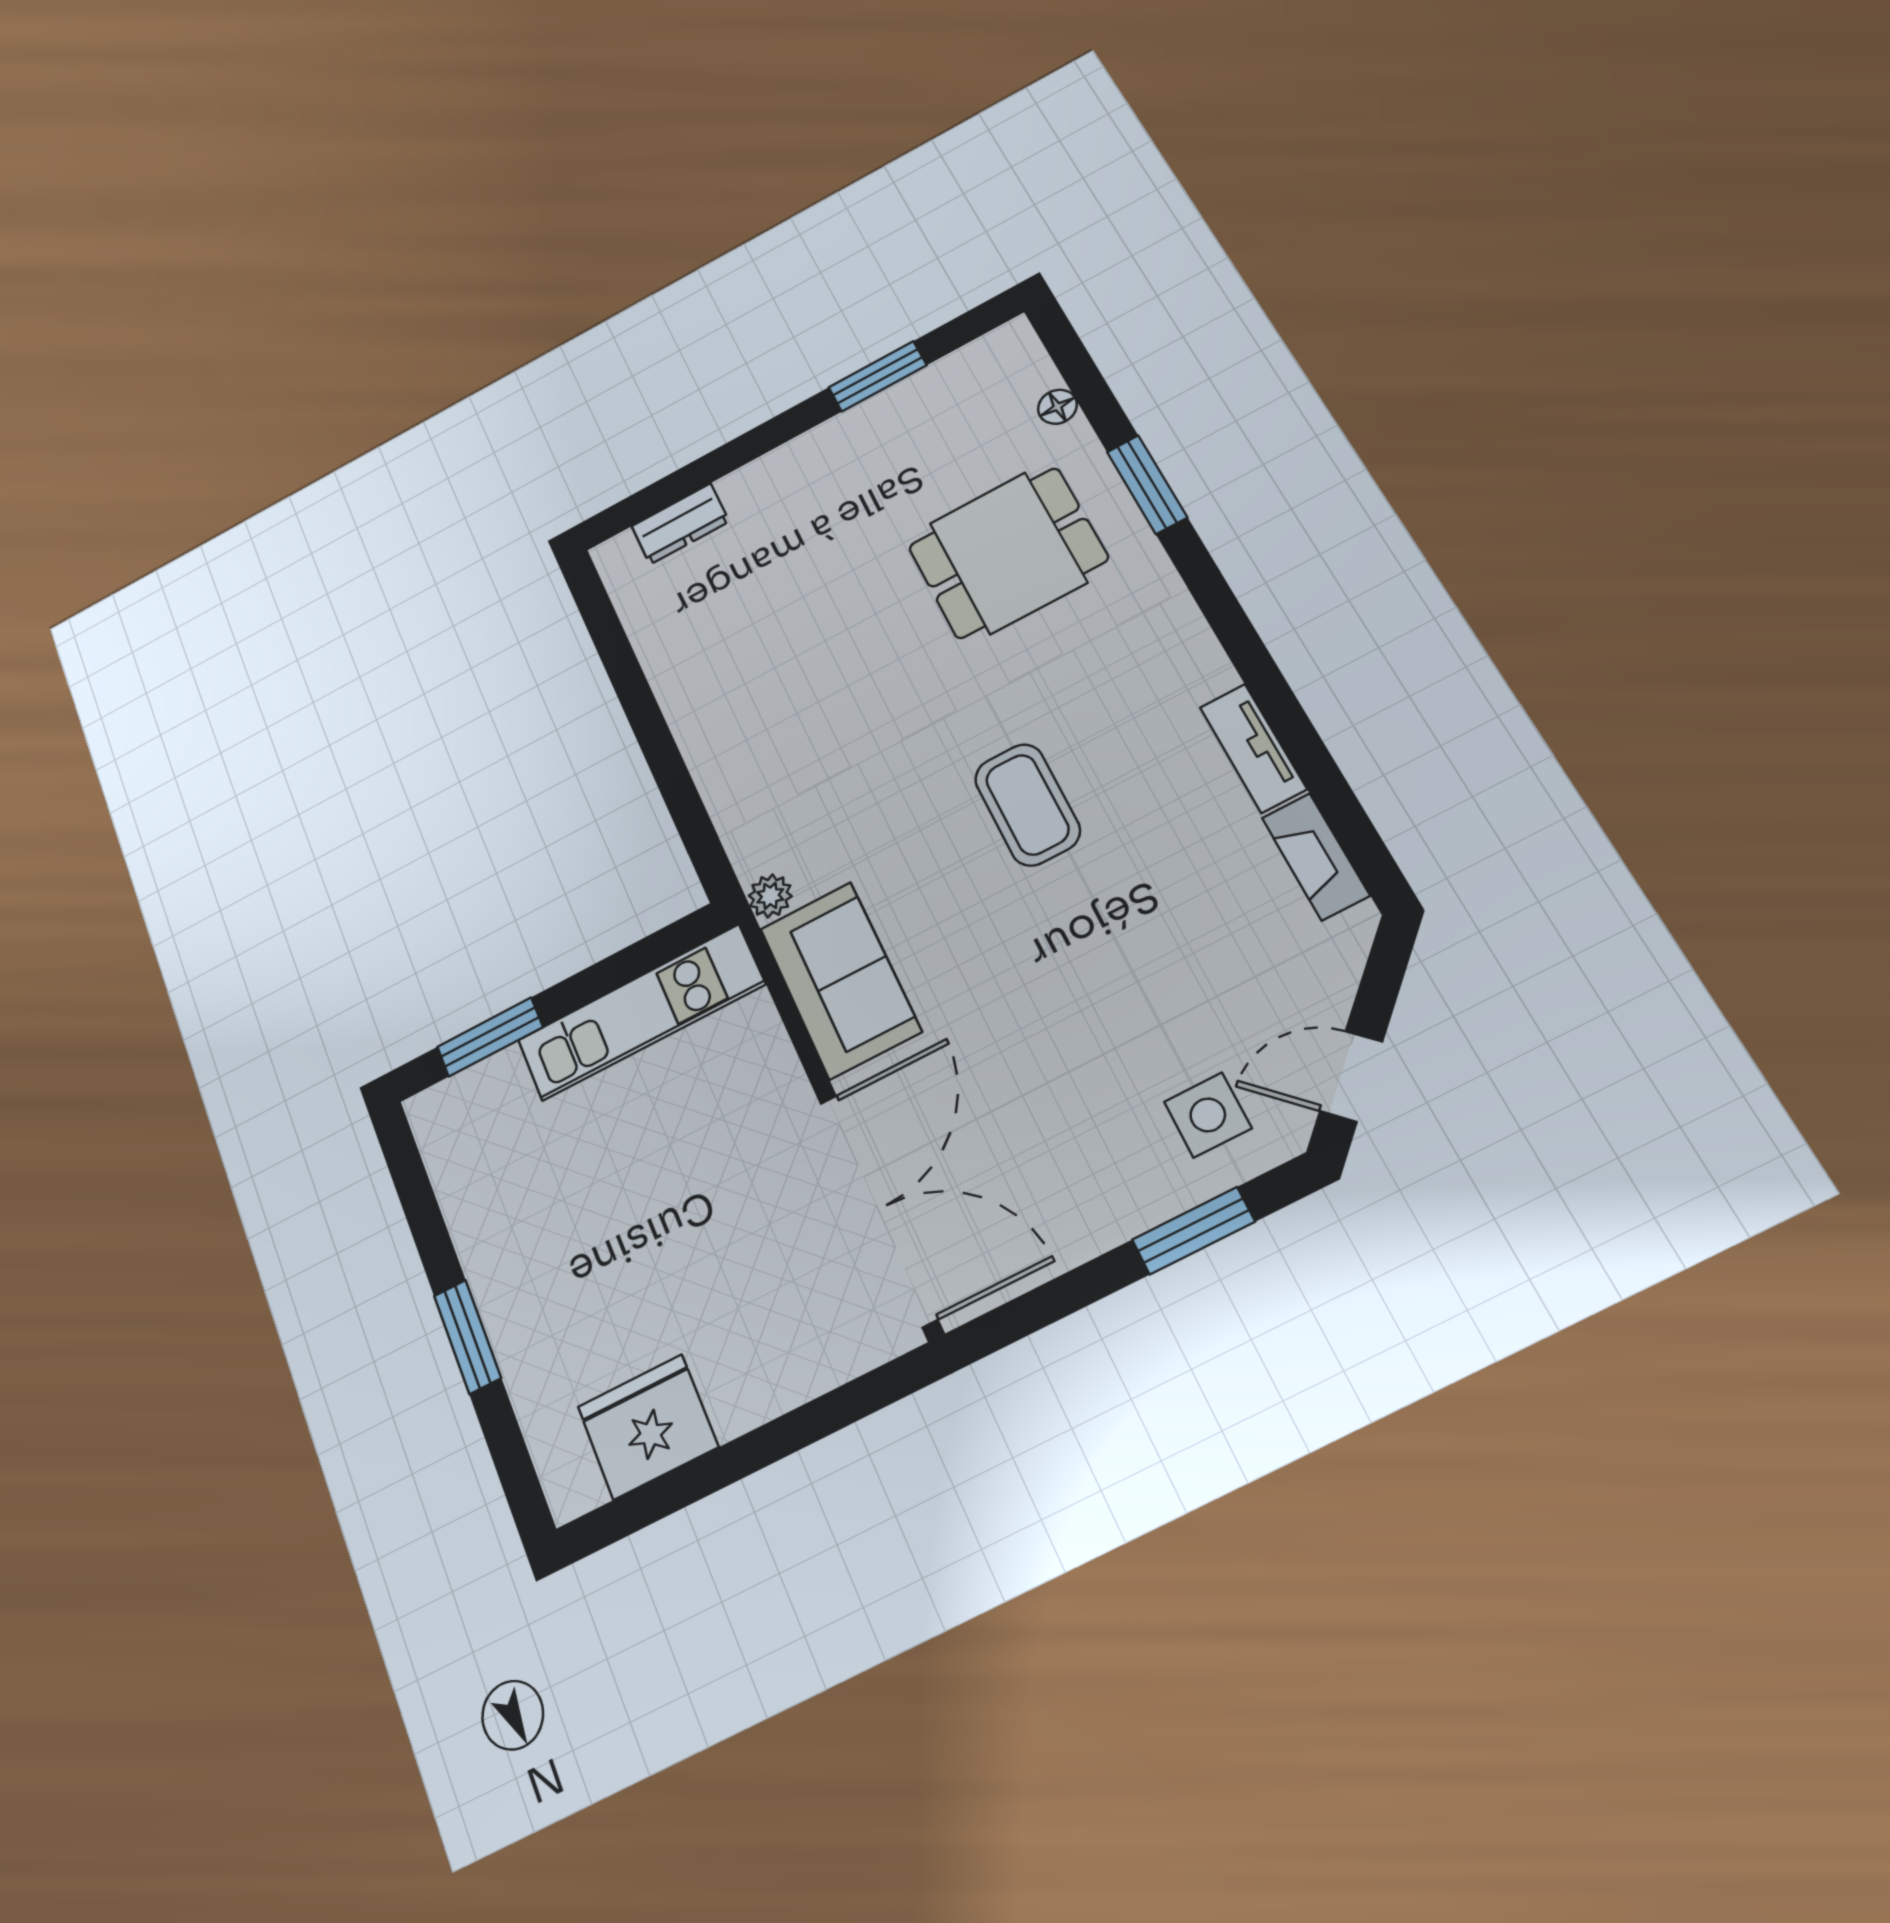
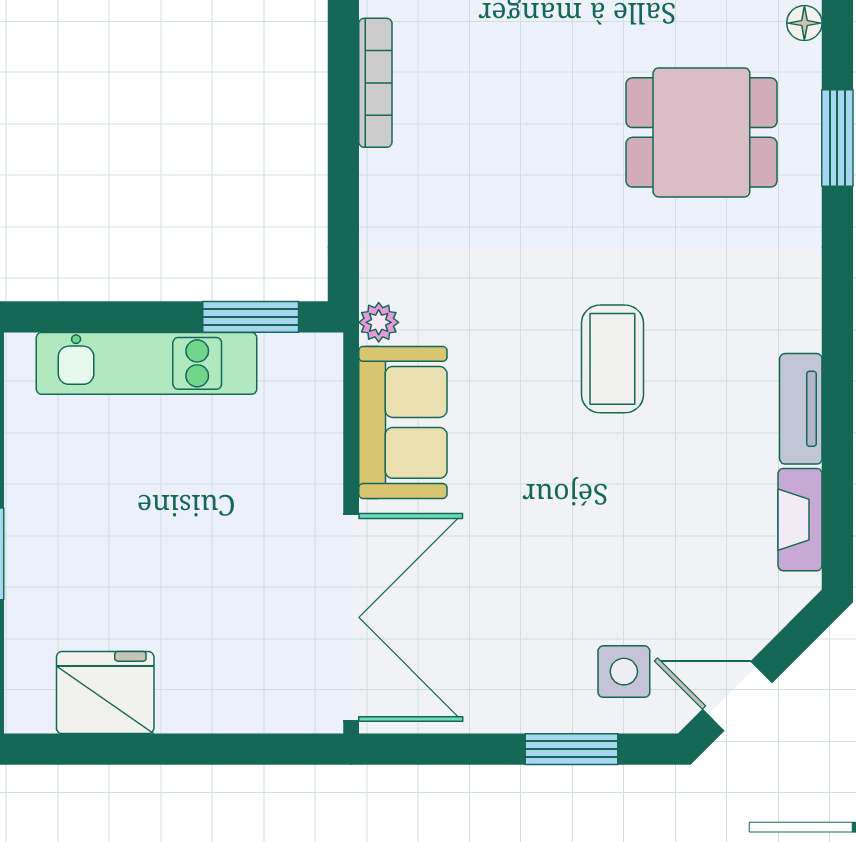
bookcase: (667, 681) -> (375, 83), added
kitchen unit: (641, 1012) -> (147, 363), moved
window: (490, 1037) -> (251, 317), moved

